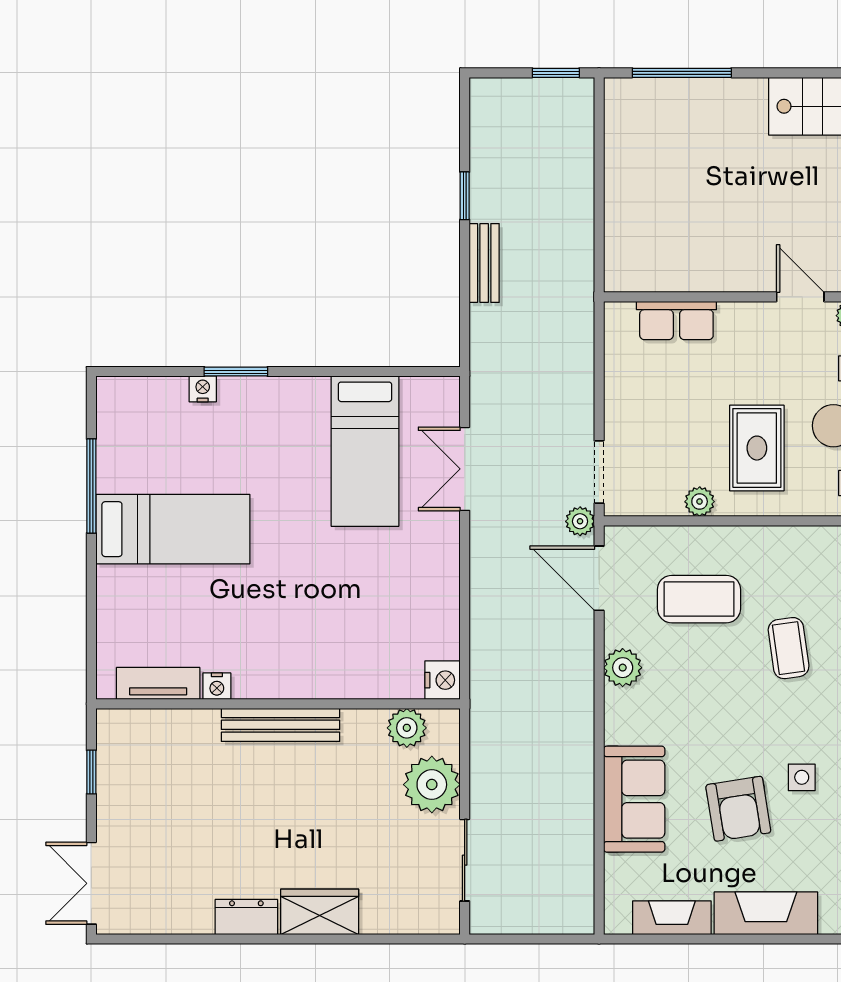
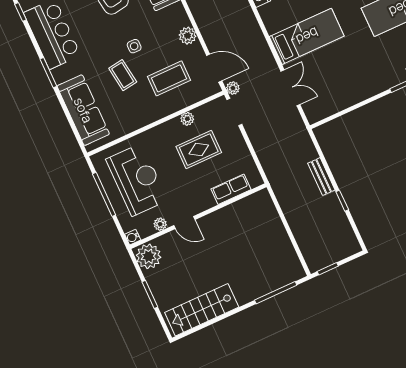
rug: (757, 448) -> (199, 150), moved, turned 90
bed: (365, 451) -> (307, 36), moved, turned 90
side table: (802, 777) -> (134, 46), moved

